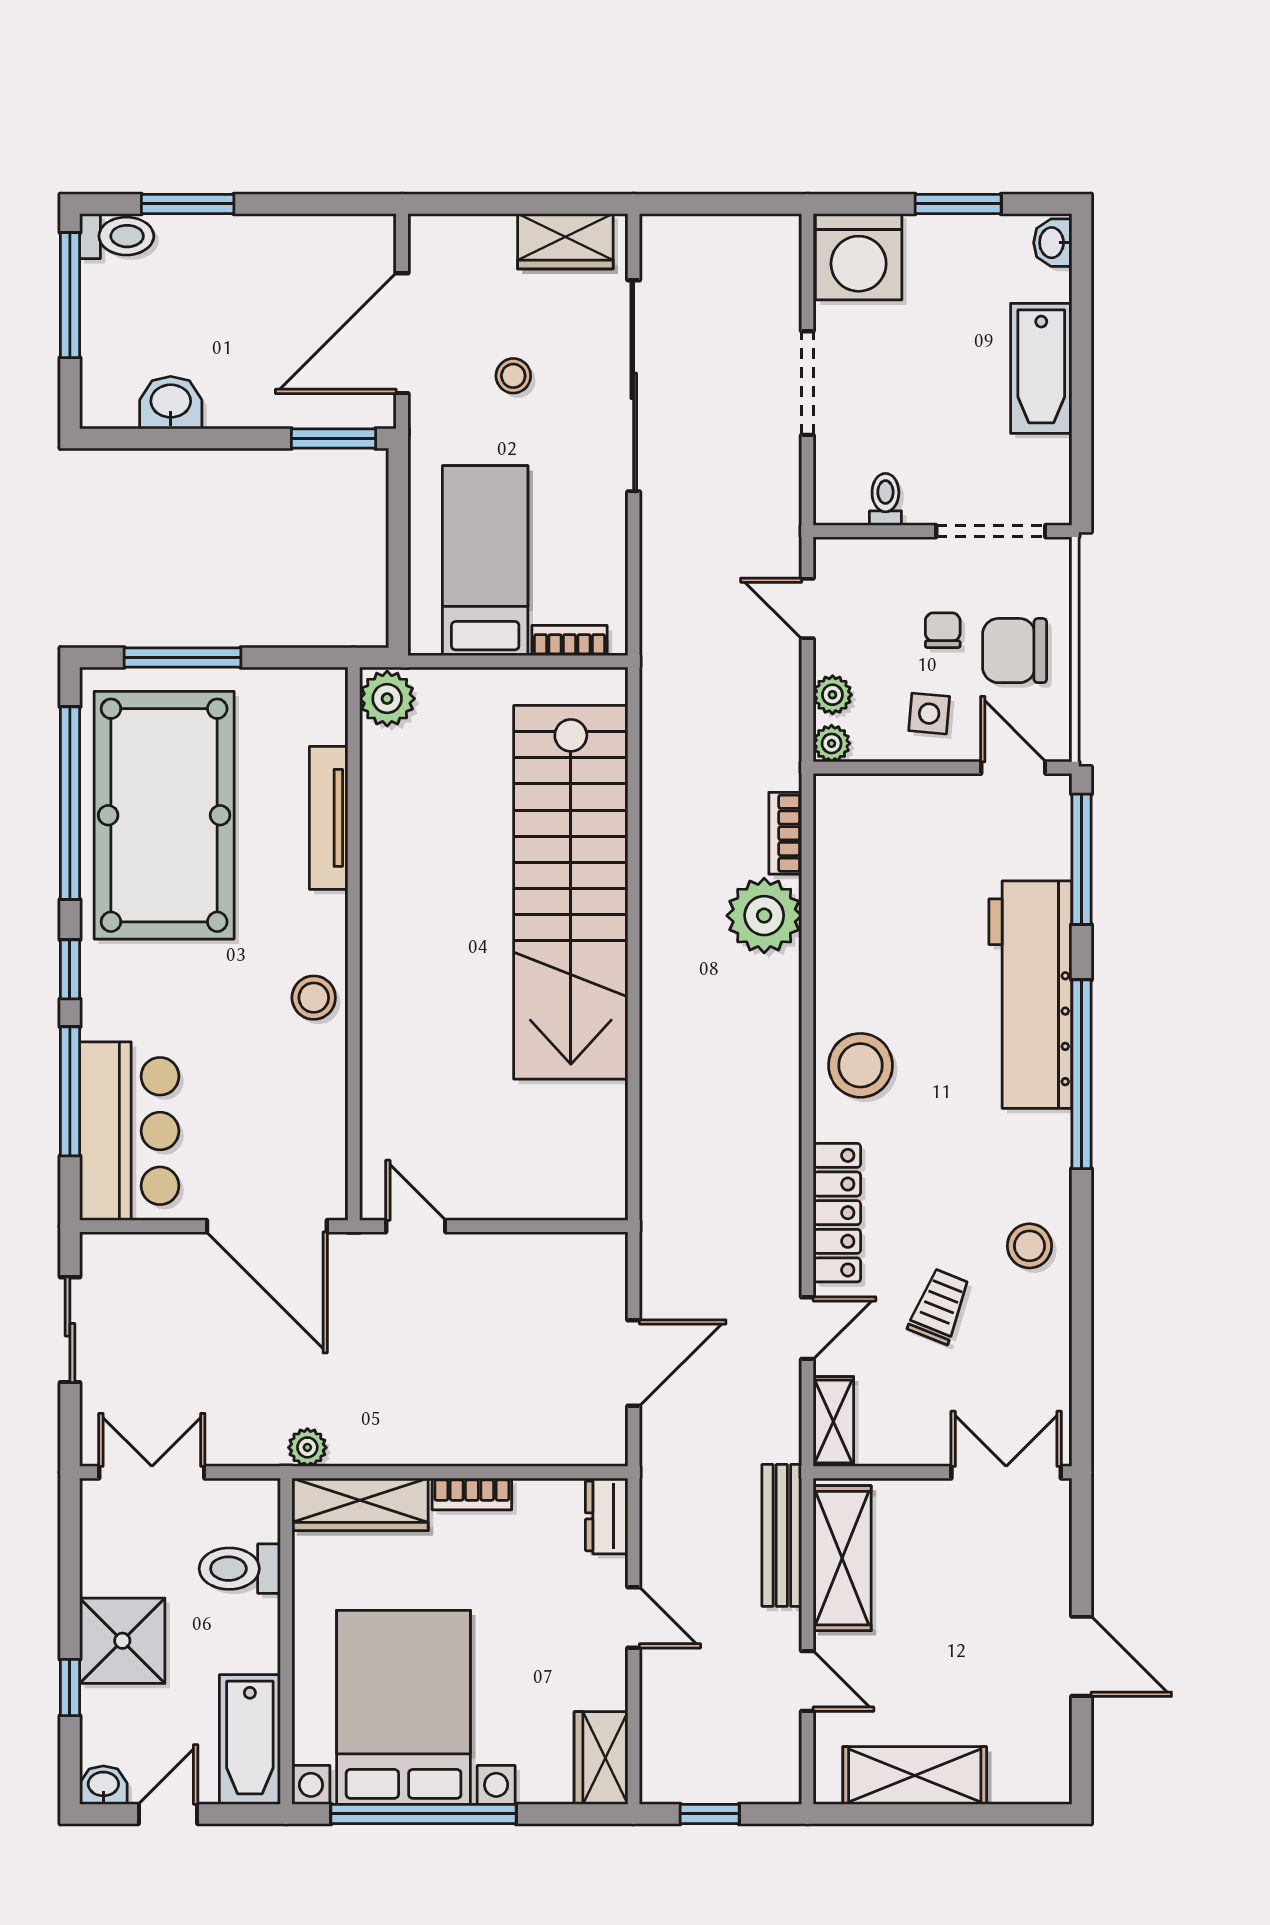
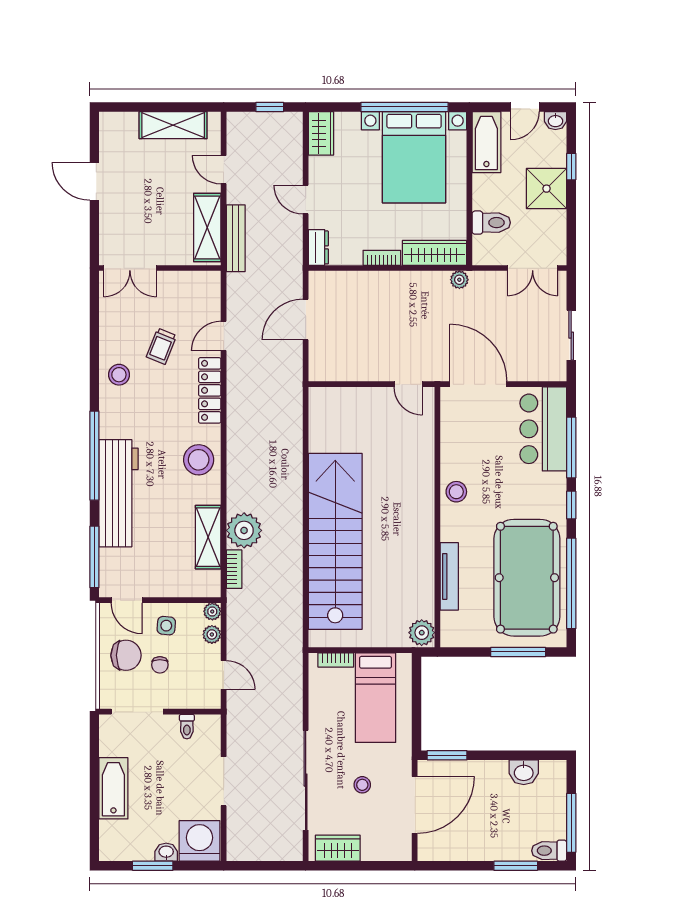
washbasin: (1053, 243) -> (166, 852), moved, turned -90
shelving: (833, 1421) -> (208, 537), moved, width x1.50, depth x1.33

